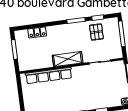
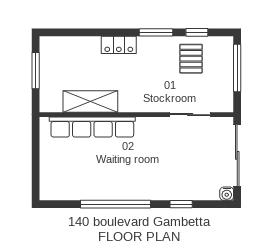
locker: (37, 32) -> (119, 45), moved
shelving: (68, 59) -> (90, 101), moved

